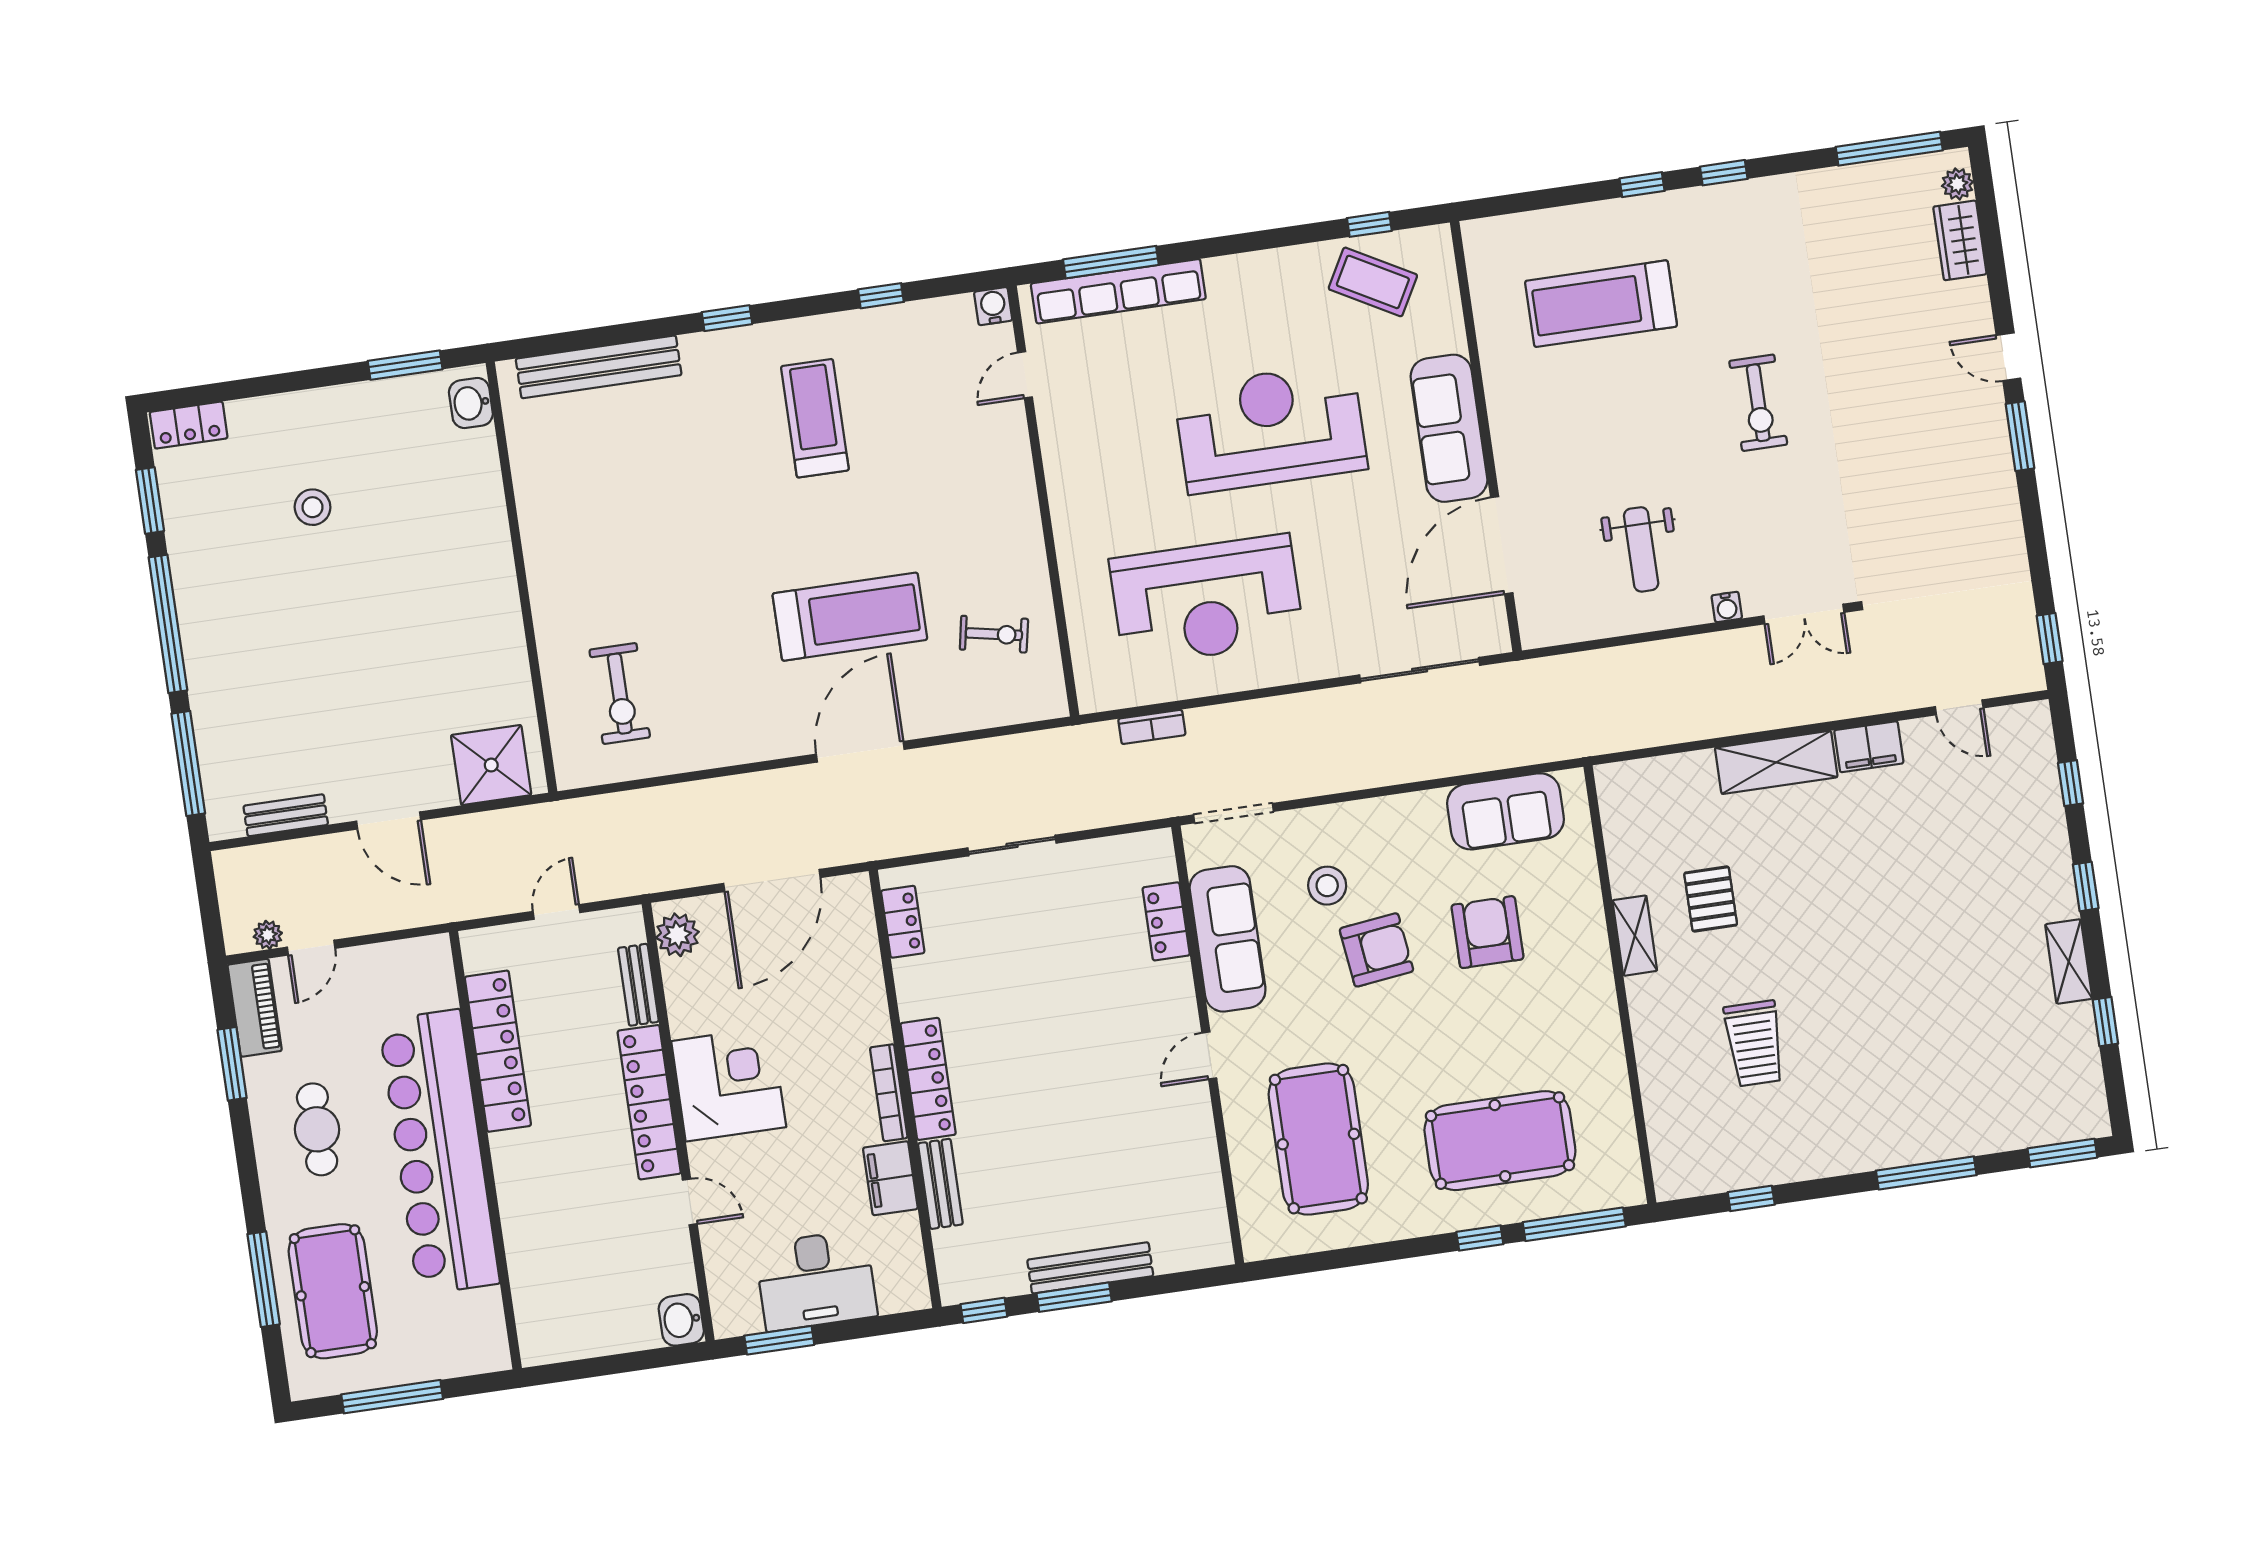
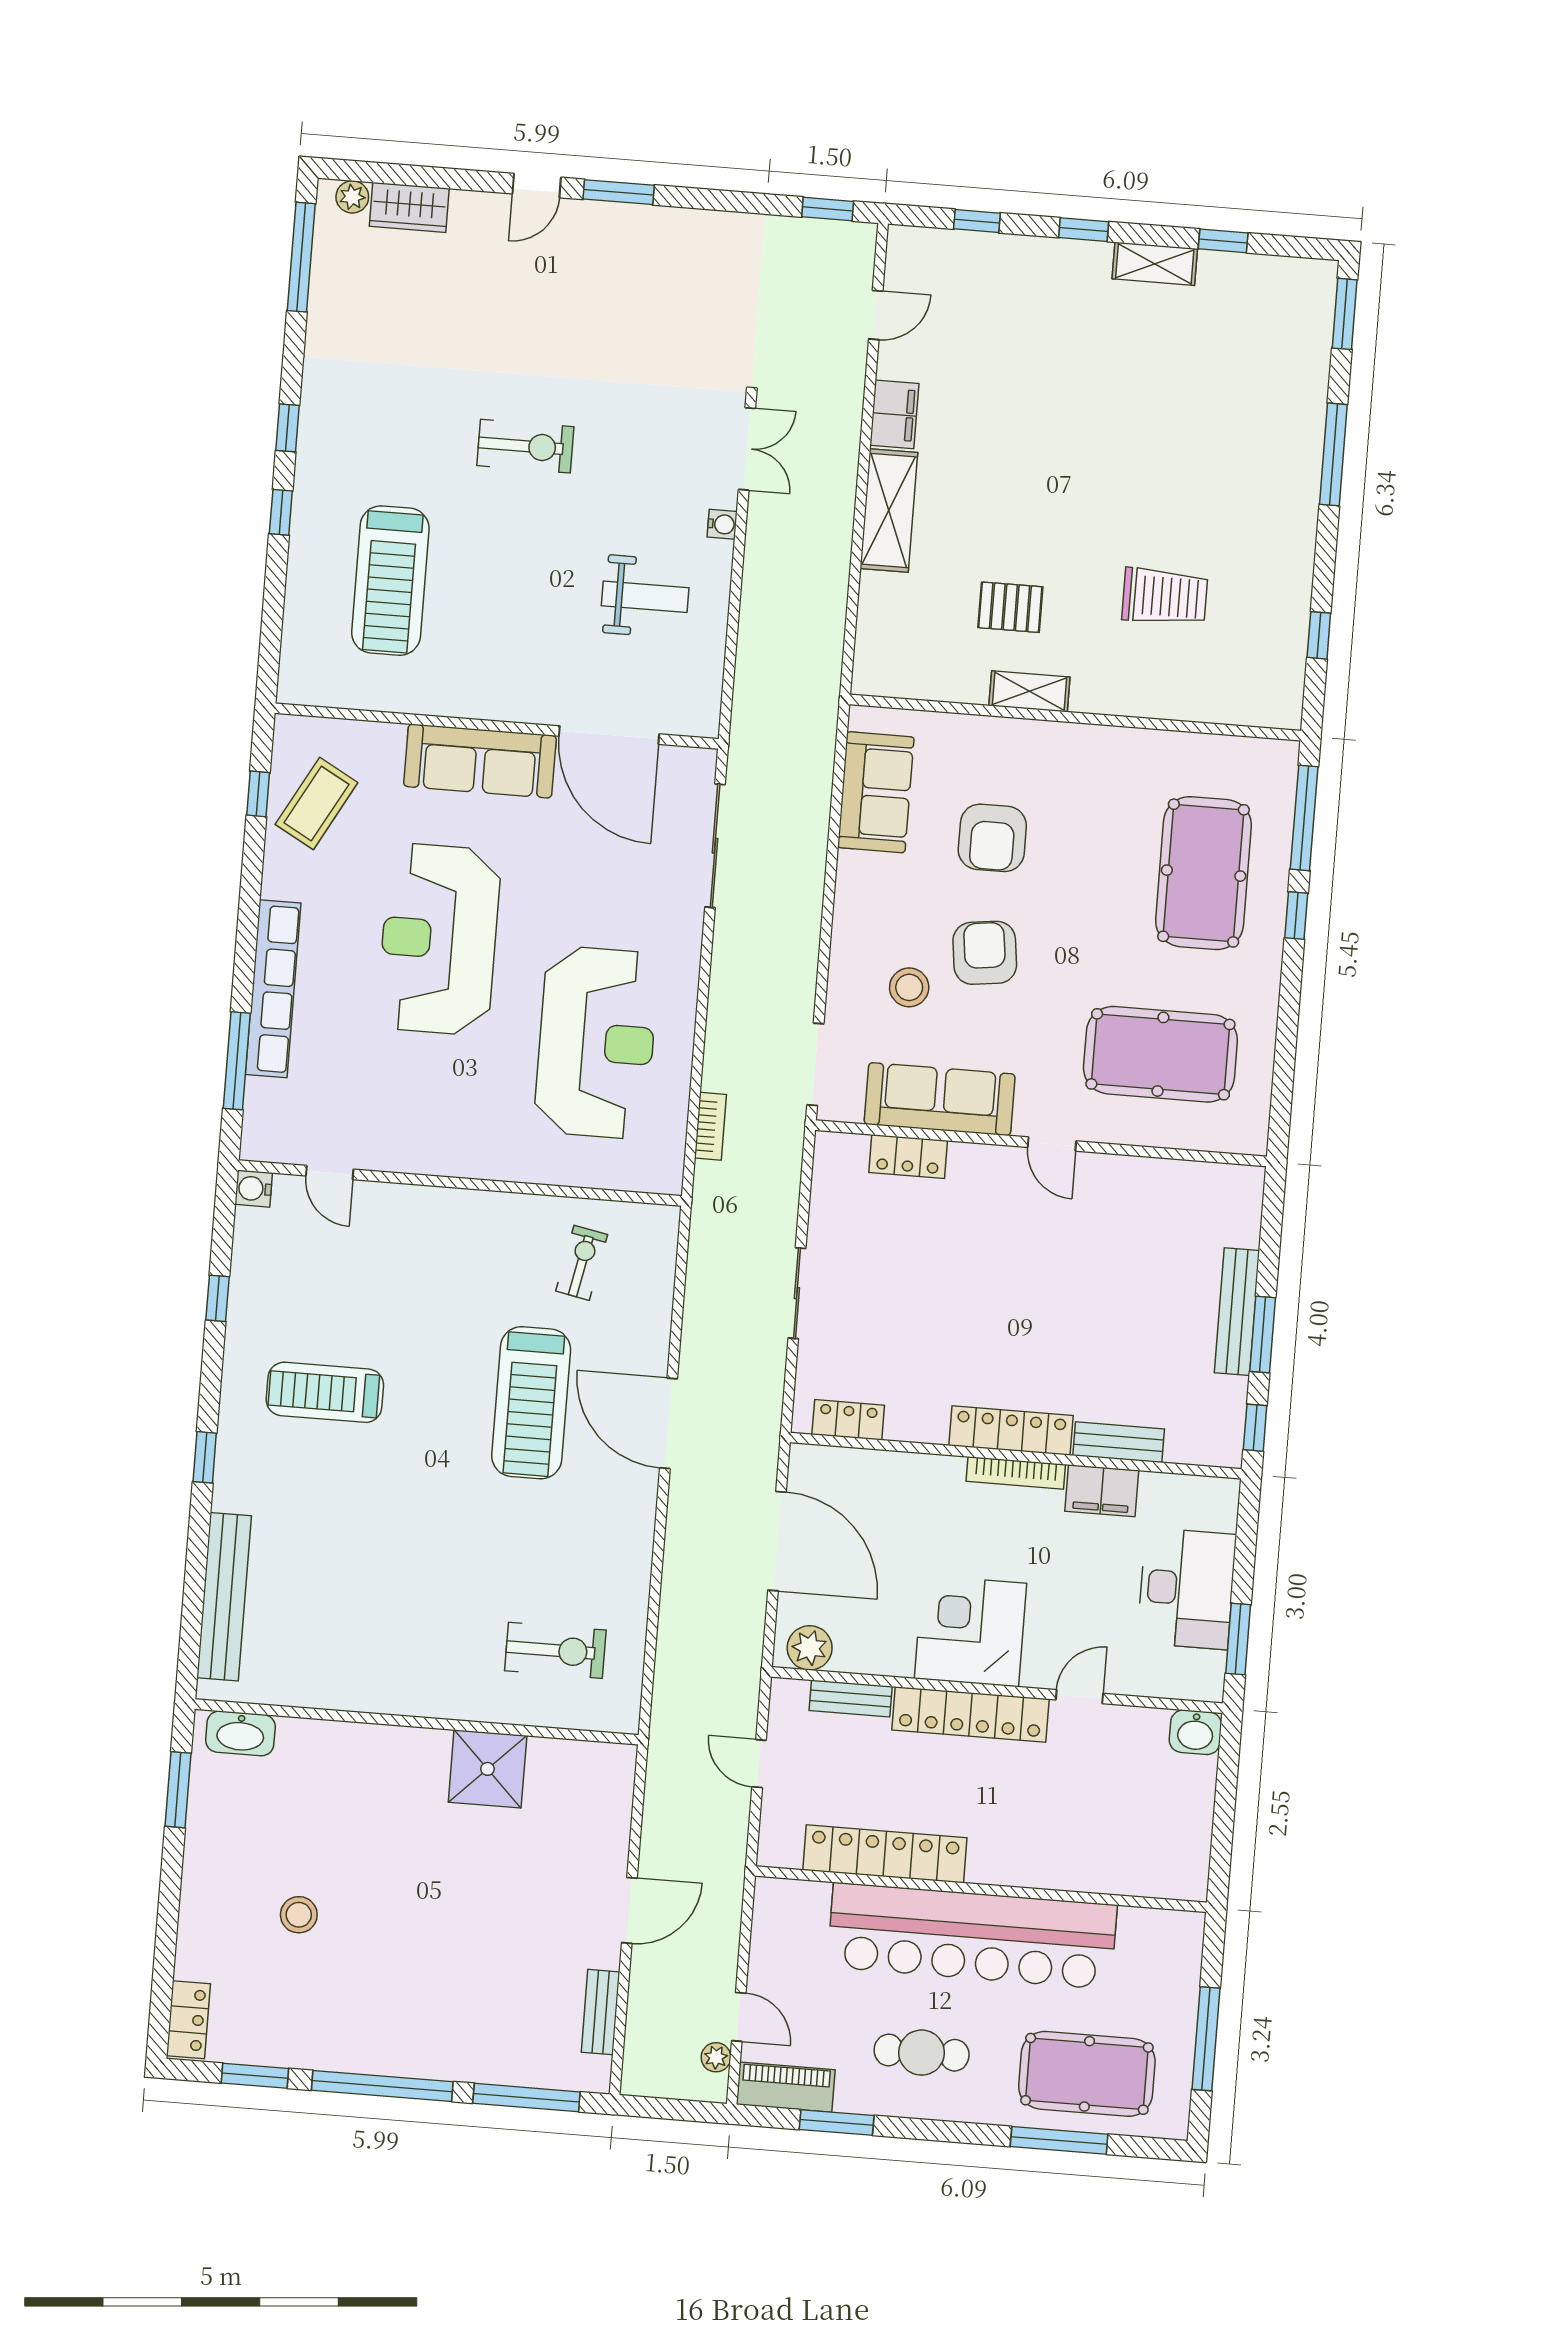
row of seats: (1118, 291) -> (273, 989), moved
washbasin: (471, 403) -> (240, 1733), width x1.38
treadmill: (850, 617) -> (531, 1403), turned 180
shower: (491, 765) -> (488, 1769), moved
armchair: (1487, 932) -> (992, 838), turned -90

